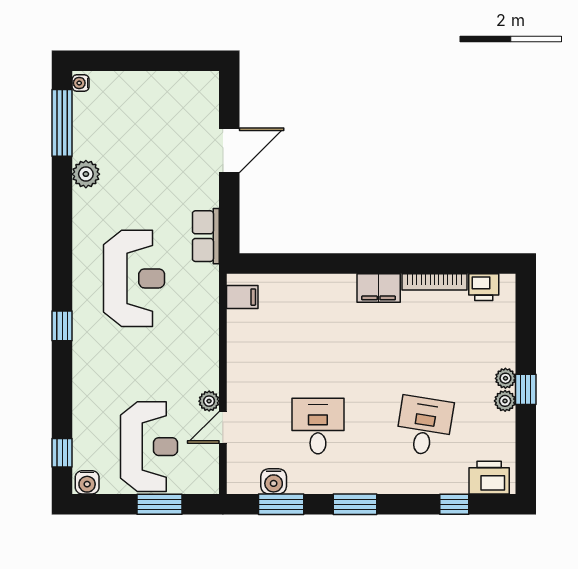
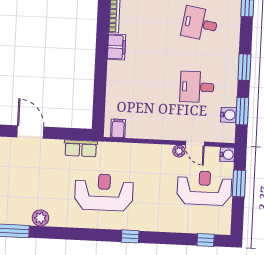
water cooler: (87, 482) -> (227, 155), moved

